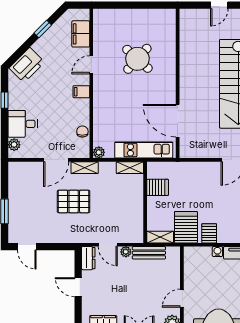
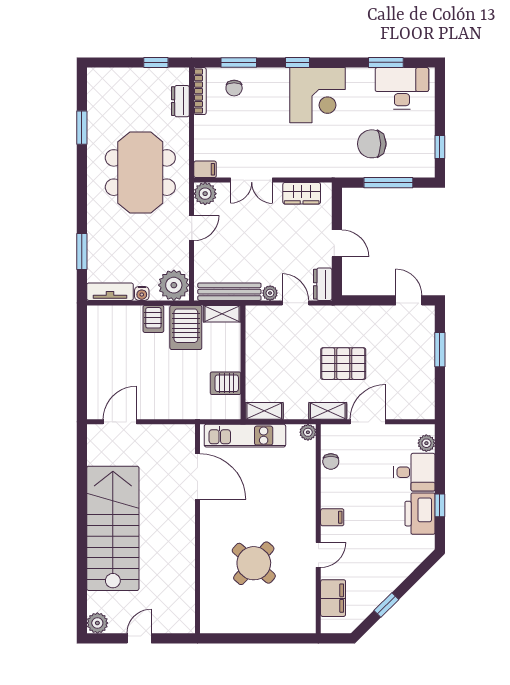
printer: (27, 65) -> (420, 514), moved, turned -45
bench: (149, 253) -> (229, 292), width x1.36
plant: (195, 257) -> (174, 285), added

